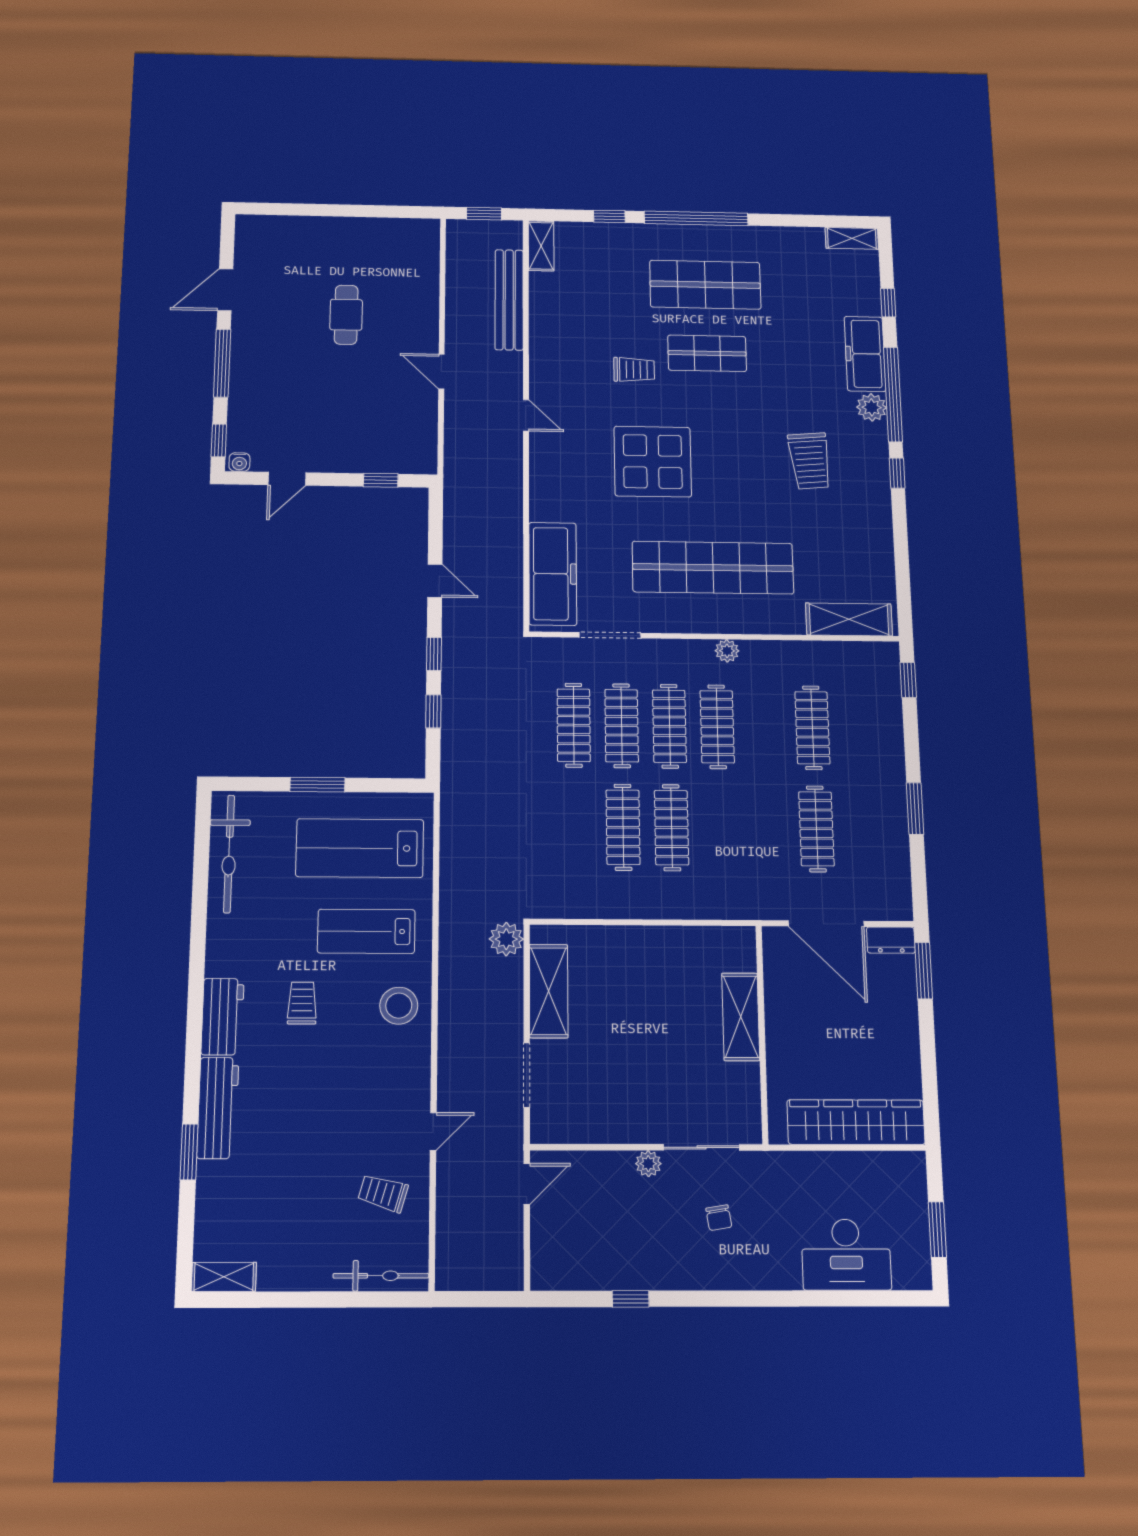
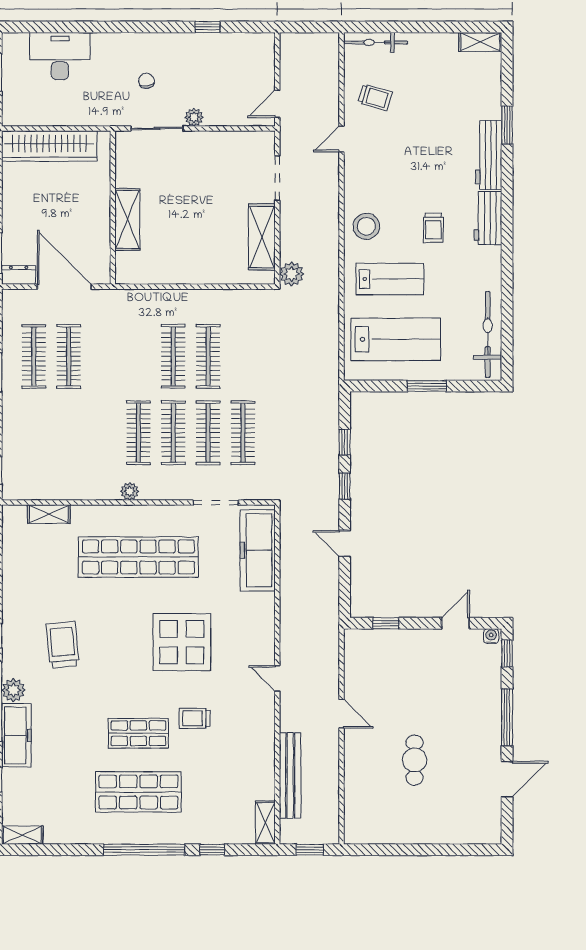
shelving: (849, 619) -> (49, 514), width x0.67, depth x0.75
clothes rail: (812, 728) -> (34, 356), moved

